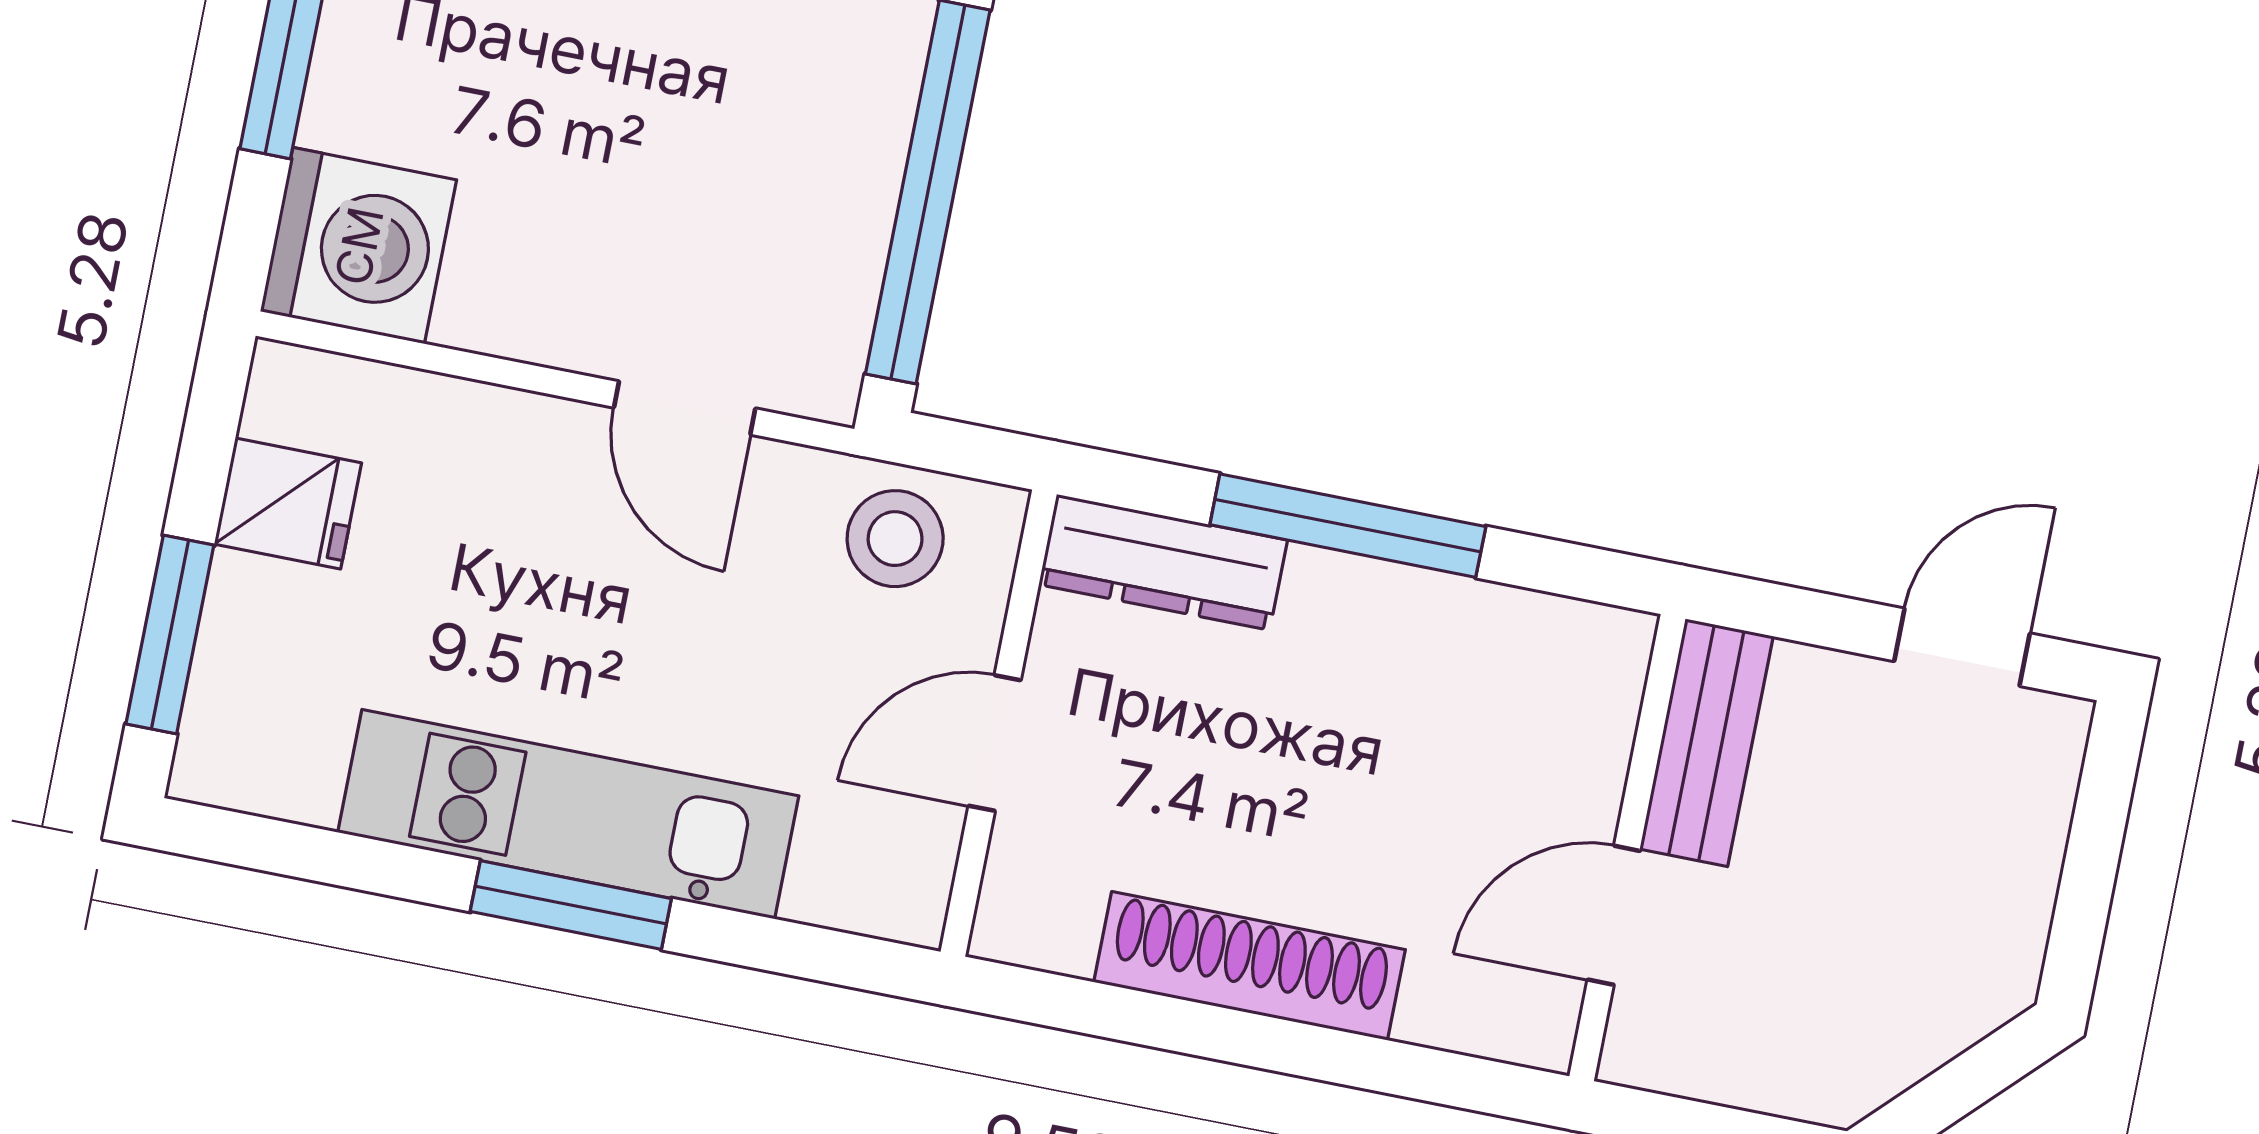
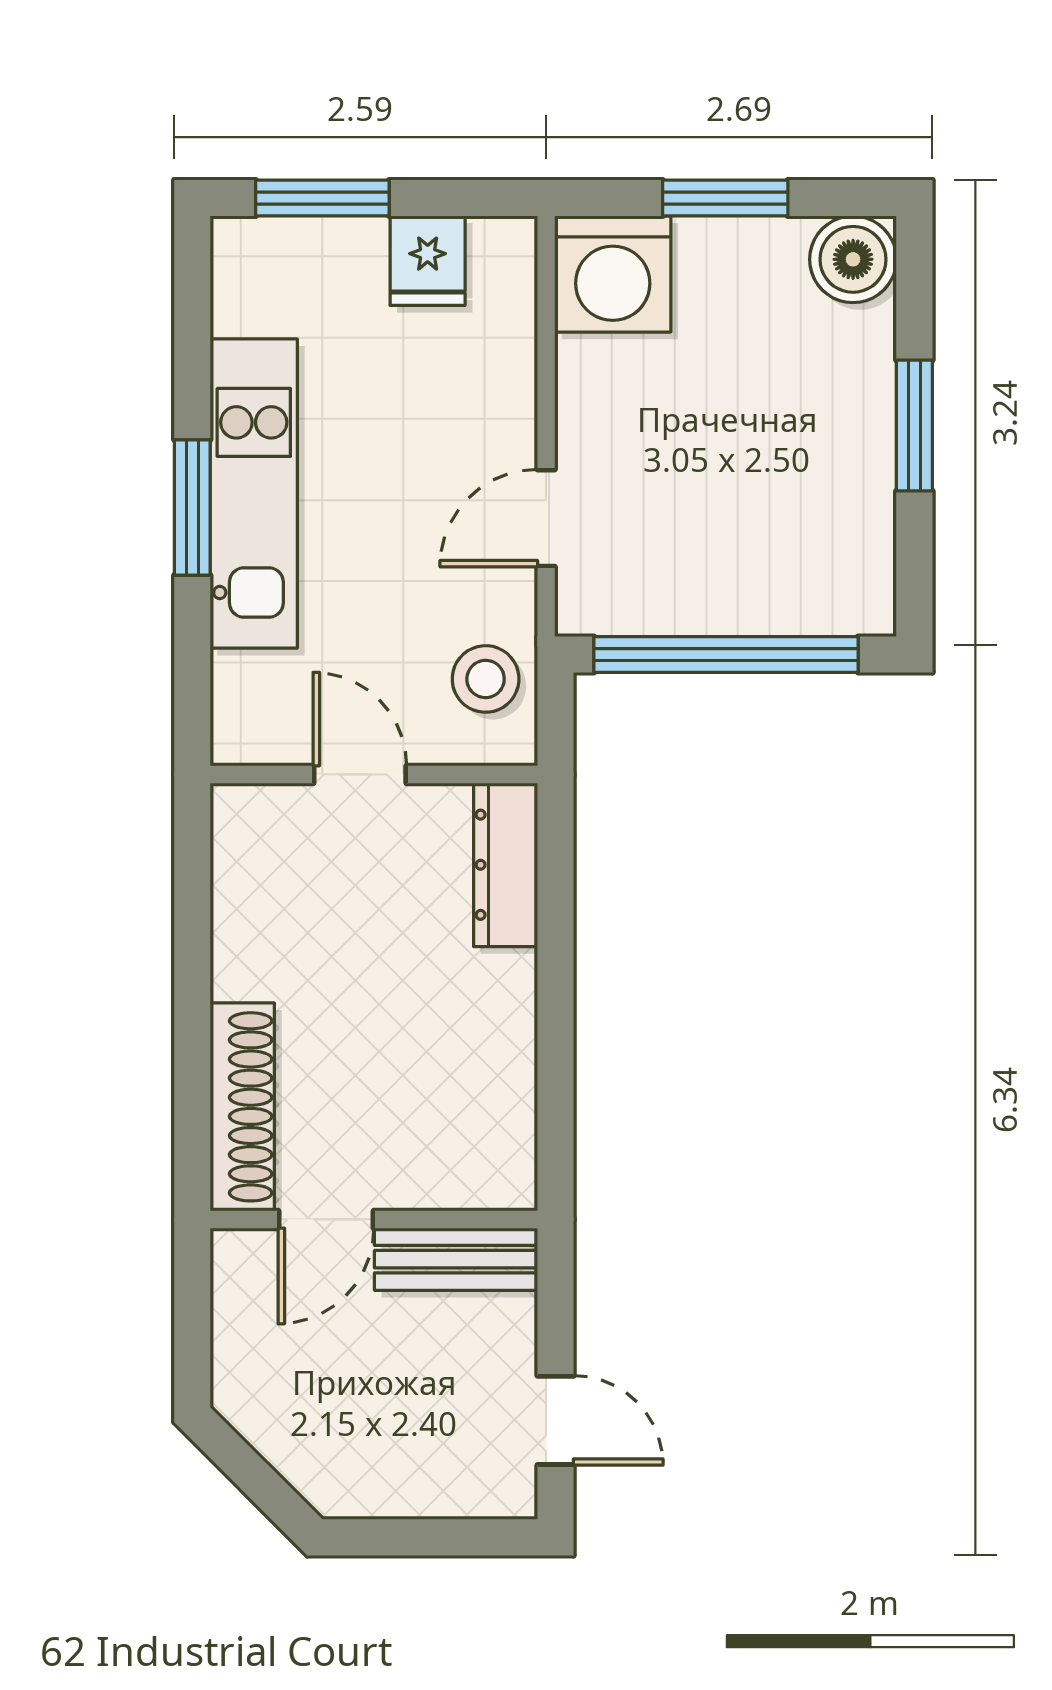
window: (1348, 526) -> (555, 986), removed
door: (1614, 915) -> (326, 1219), swing flipped
shoe rack: (1250, 966) -> (242, 1107), moved

